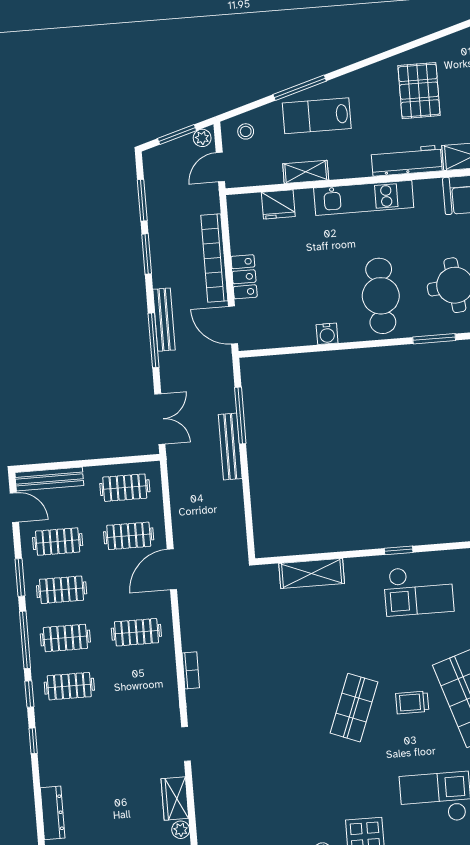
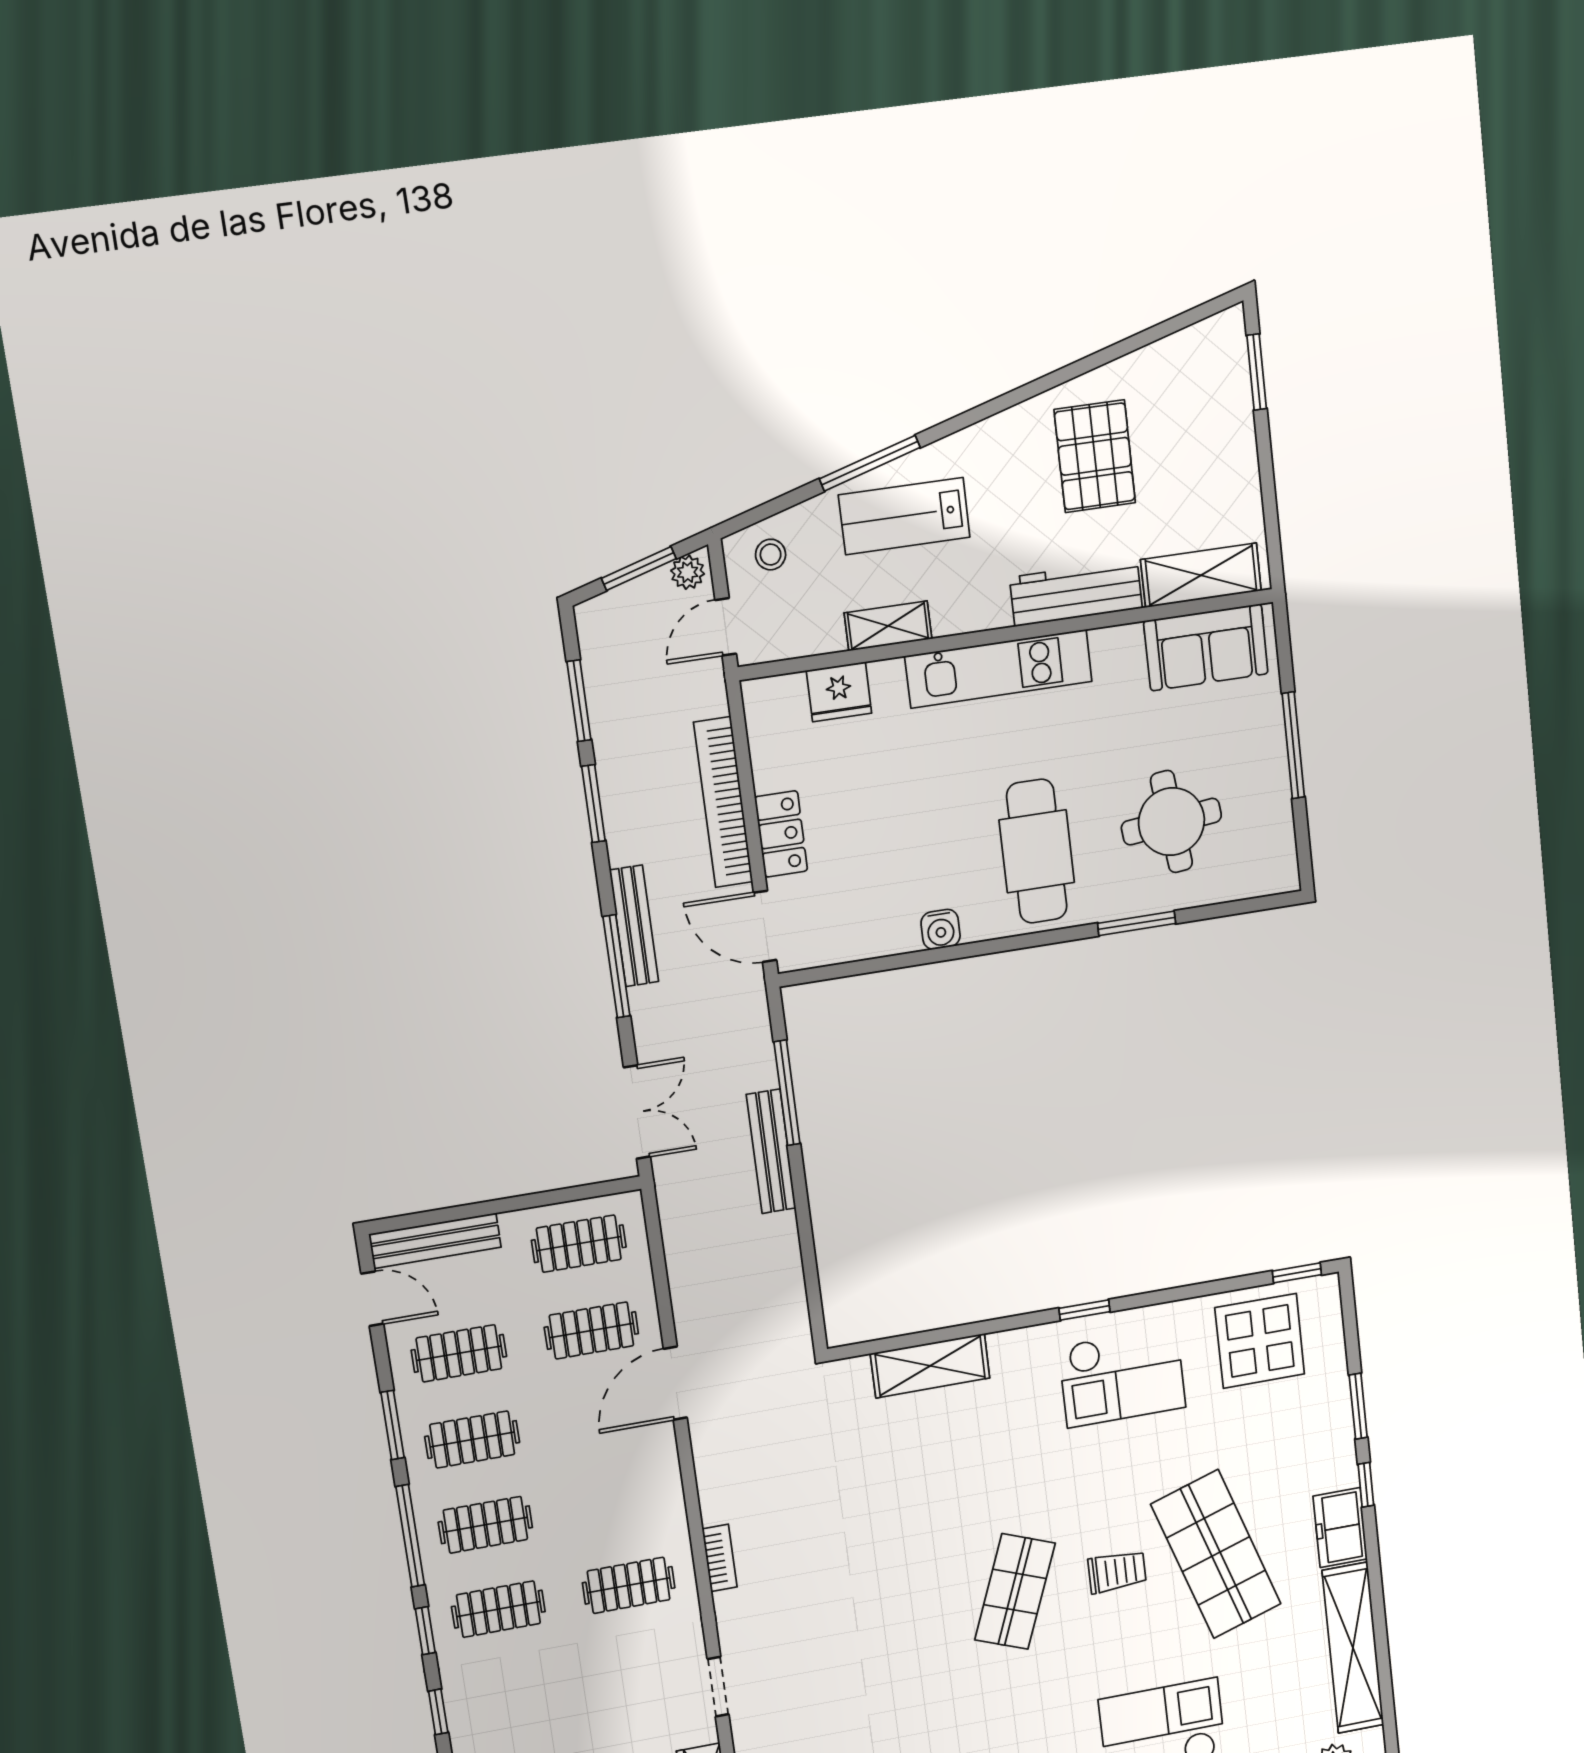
clothes rail: (136, 632) -> (629, 1585), moved
trolley: (412, 702) -> (1117, 1572), turned 180

